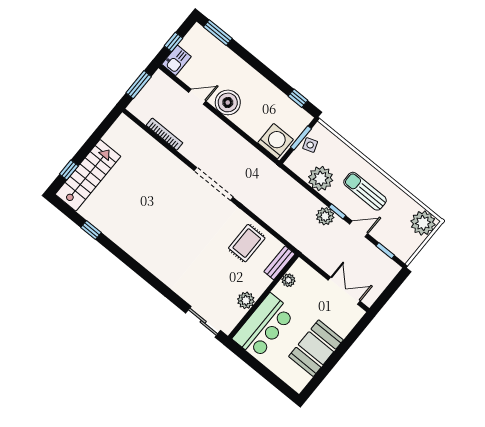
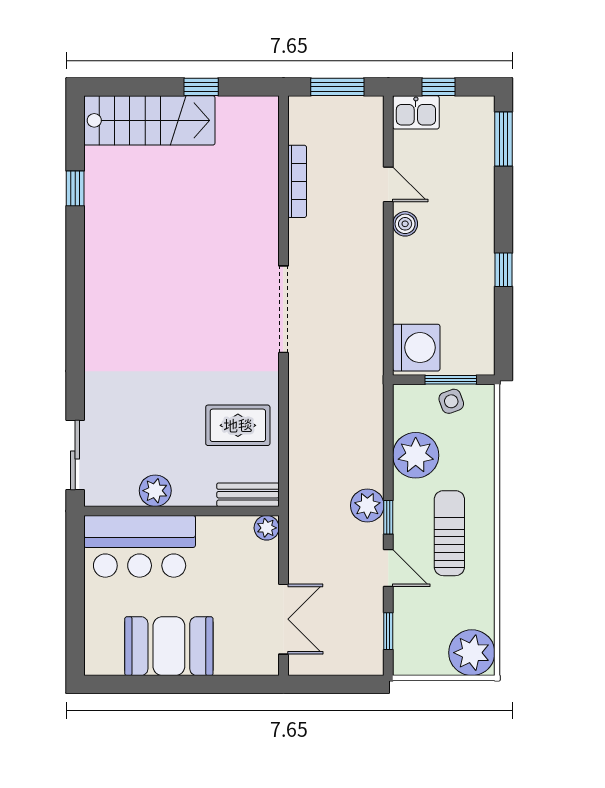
window: (298, 98) -> (504, 270), moved
boiler: (228, 102) -> (405, 224), width x0.54, depth x0.54
window: (69, 170) -> (201, 87), moved
plant: (288, 280) -> (267, 528), moved

